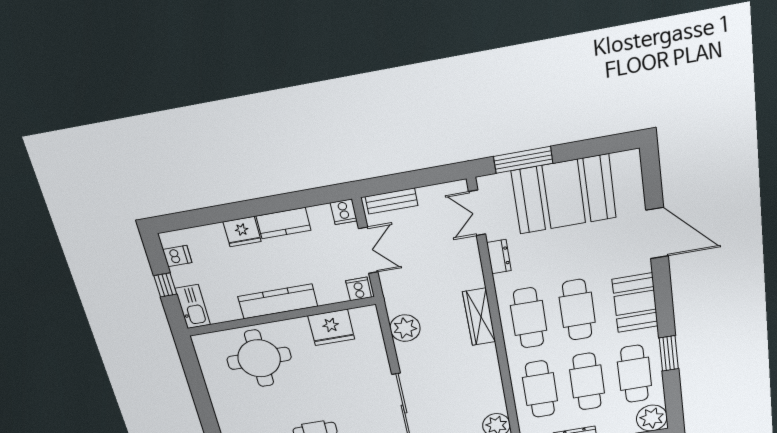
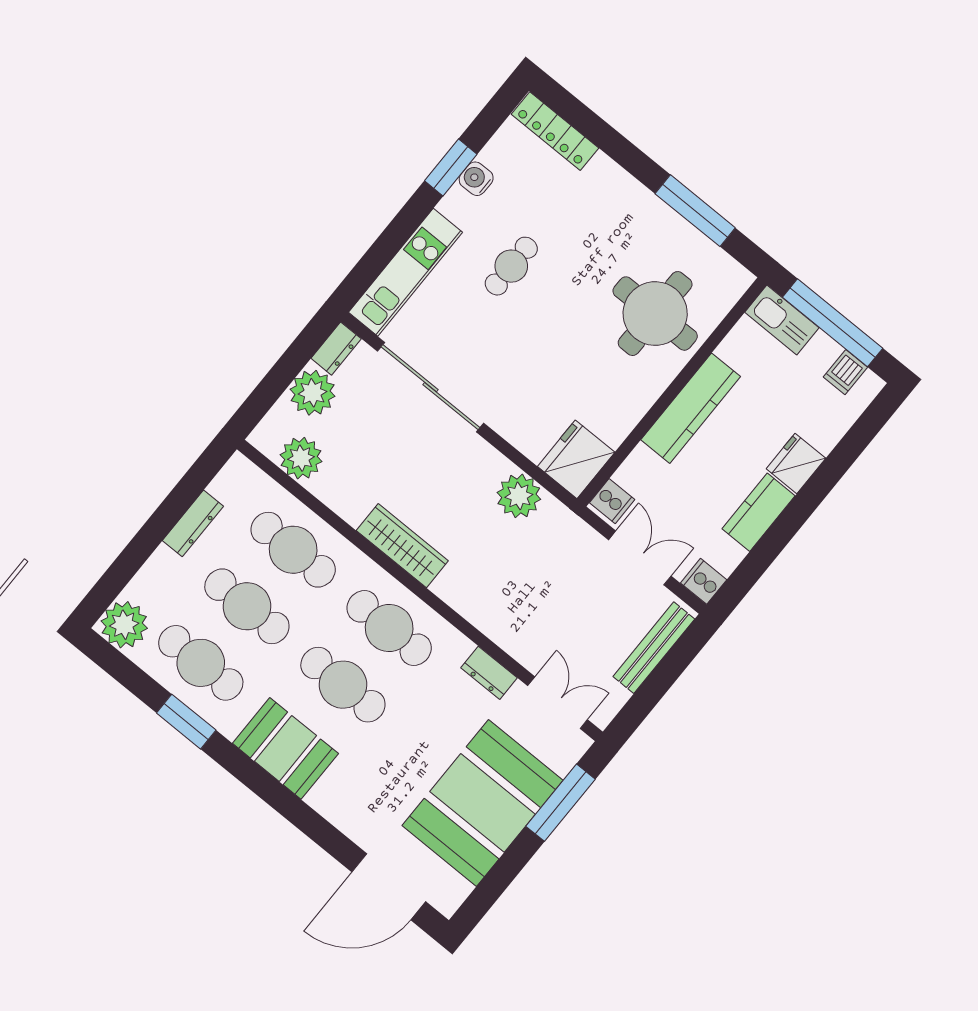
bench: (392, 201) -> (654, 648), width x1.36
door: (657, 233) -> (389, 887), moved
double door: (368, 250) -> (640, 558), swing flipped
window: (165, 285) -> (833, 323), width x3.17
wardrobe: (479, 317) -> (402, 546), moved
fridge: (331, 327) -> (576, 459), moved
window: (198, 389) -> (695, 211), added

